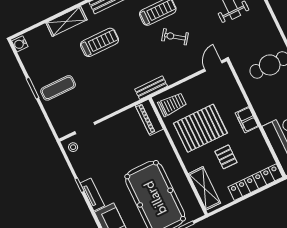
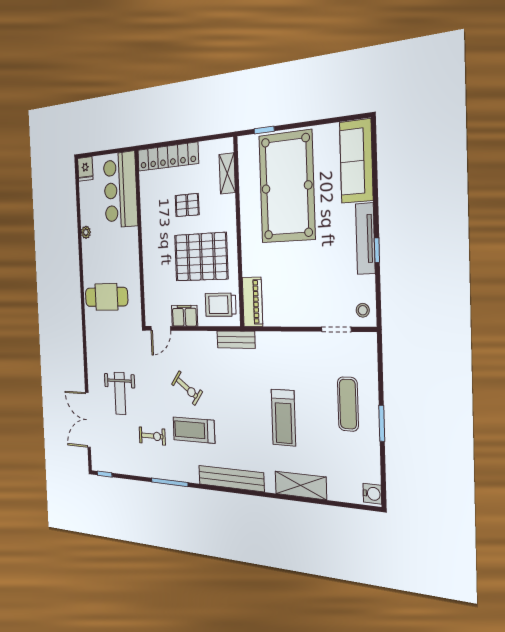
treadmill: (100, 42) -> (283, 418), moved, turned -90
exercise mat: (58, 88) -> (348, 404), turned 90
filing cabinet: (247, 120) -> (184, 316), moved, turned -90
pallet: (226, 157) -> (187, 205), turned 90
shelving: (204, 188) -> (227, 173), width x0.67, depth x0.75
tv unit: (92, 194) -> (365, 239), width x1.41

